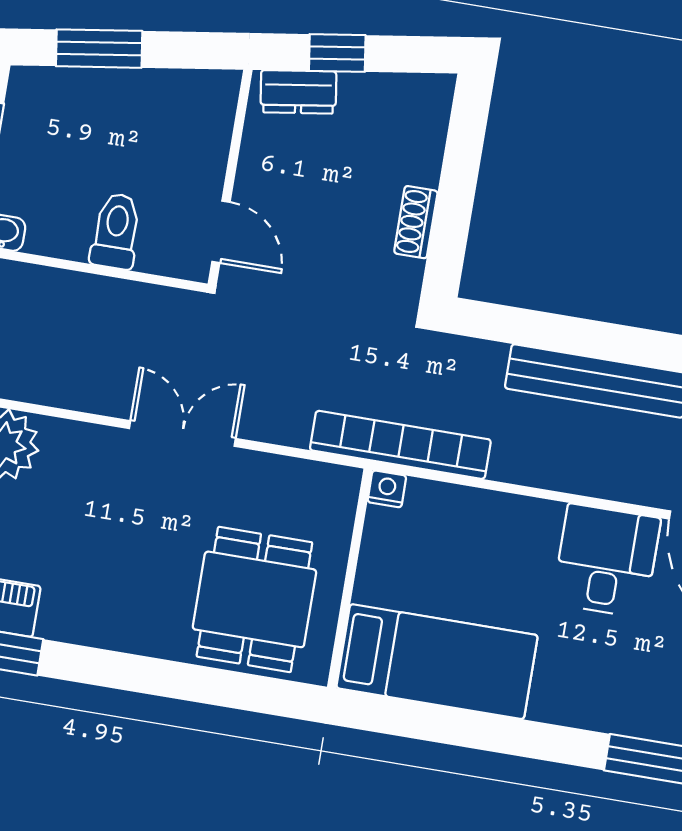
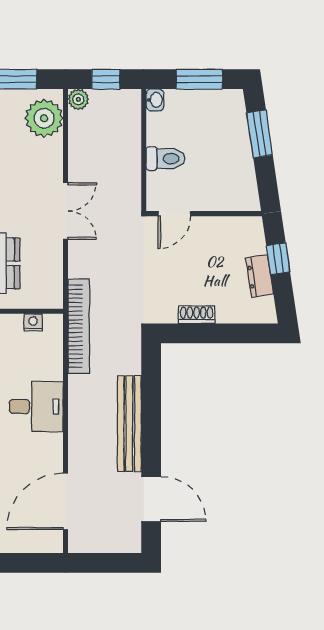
dresser: (298, 92) -> (259, 276), moved
nightstand: (387, 489) -> (33, 322), moved, turned -90
desk: (606, 561) -> (36, 406), moved

